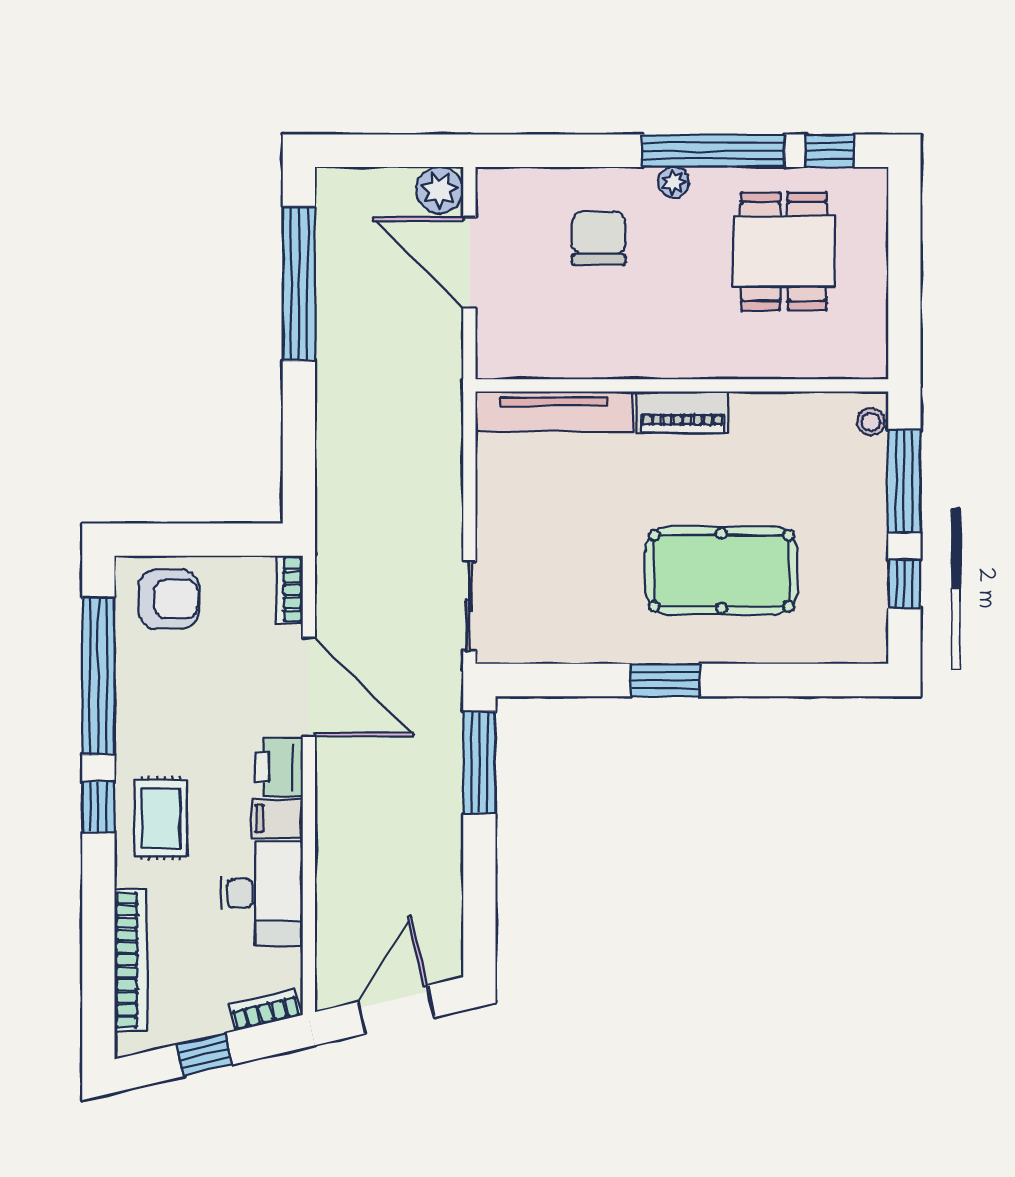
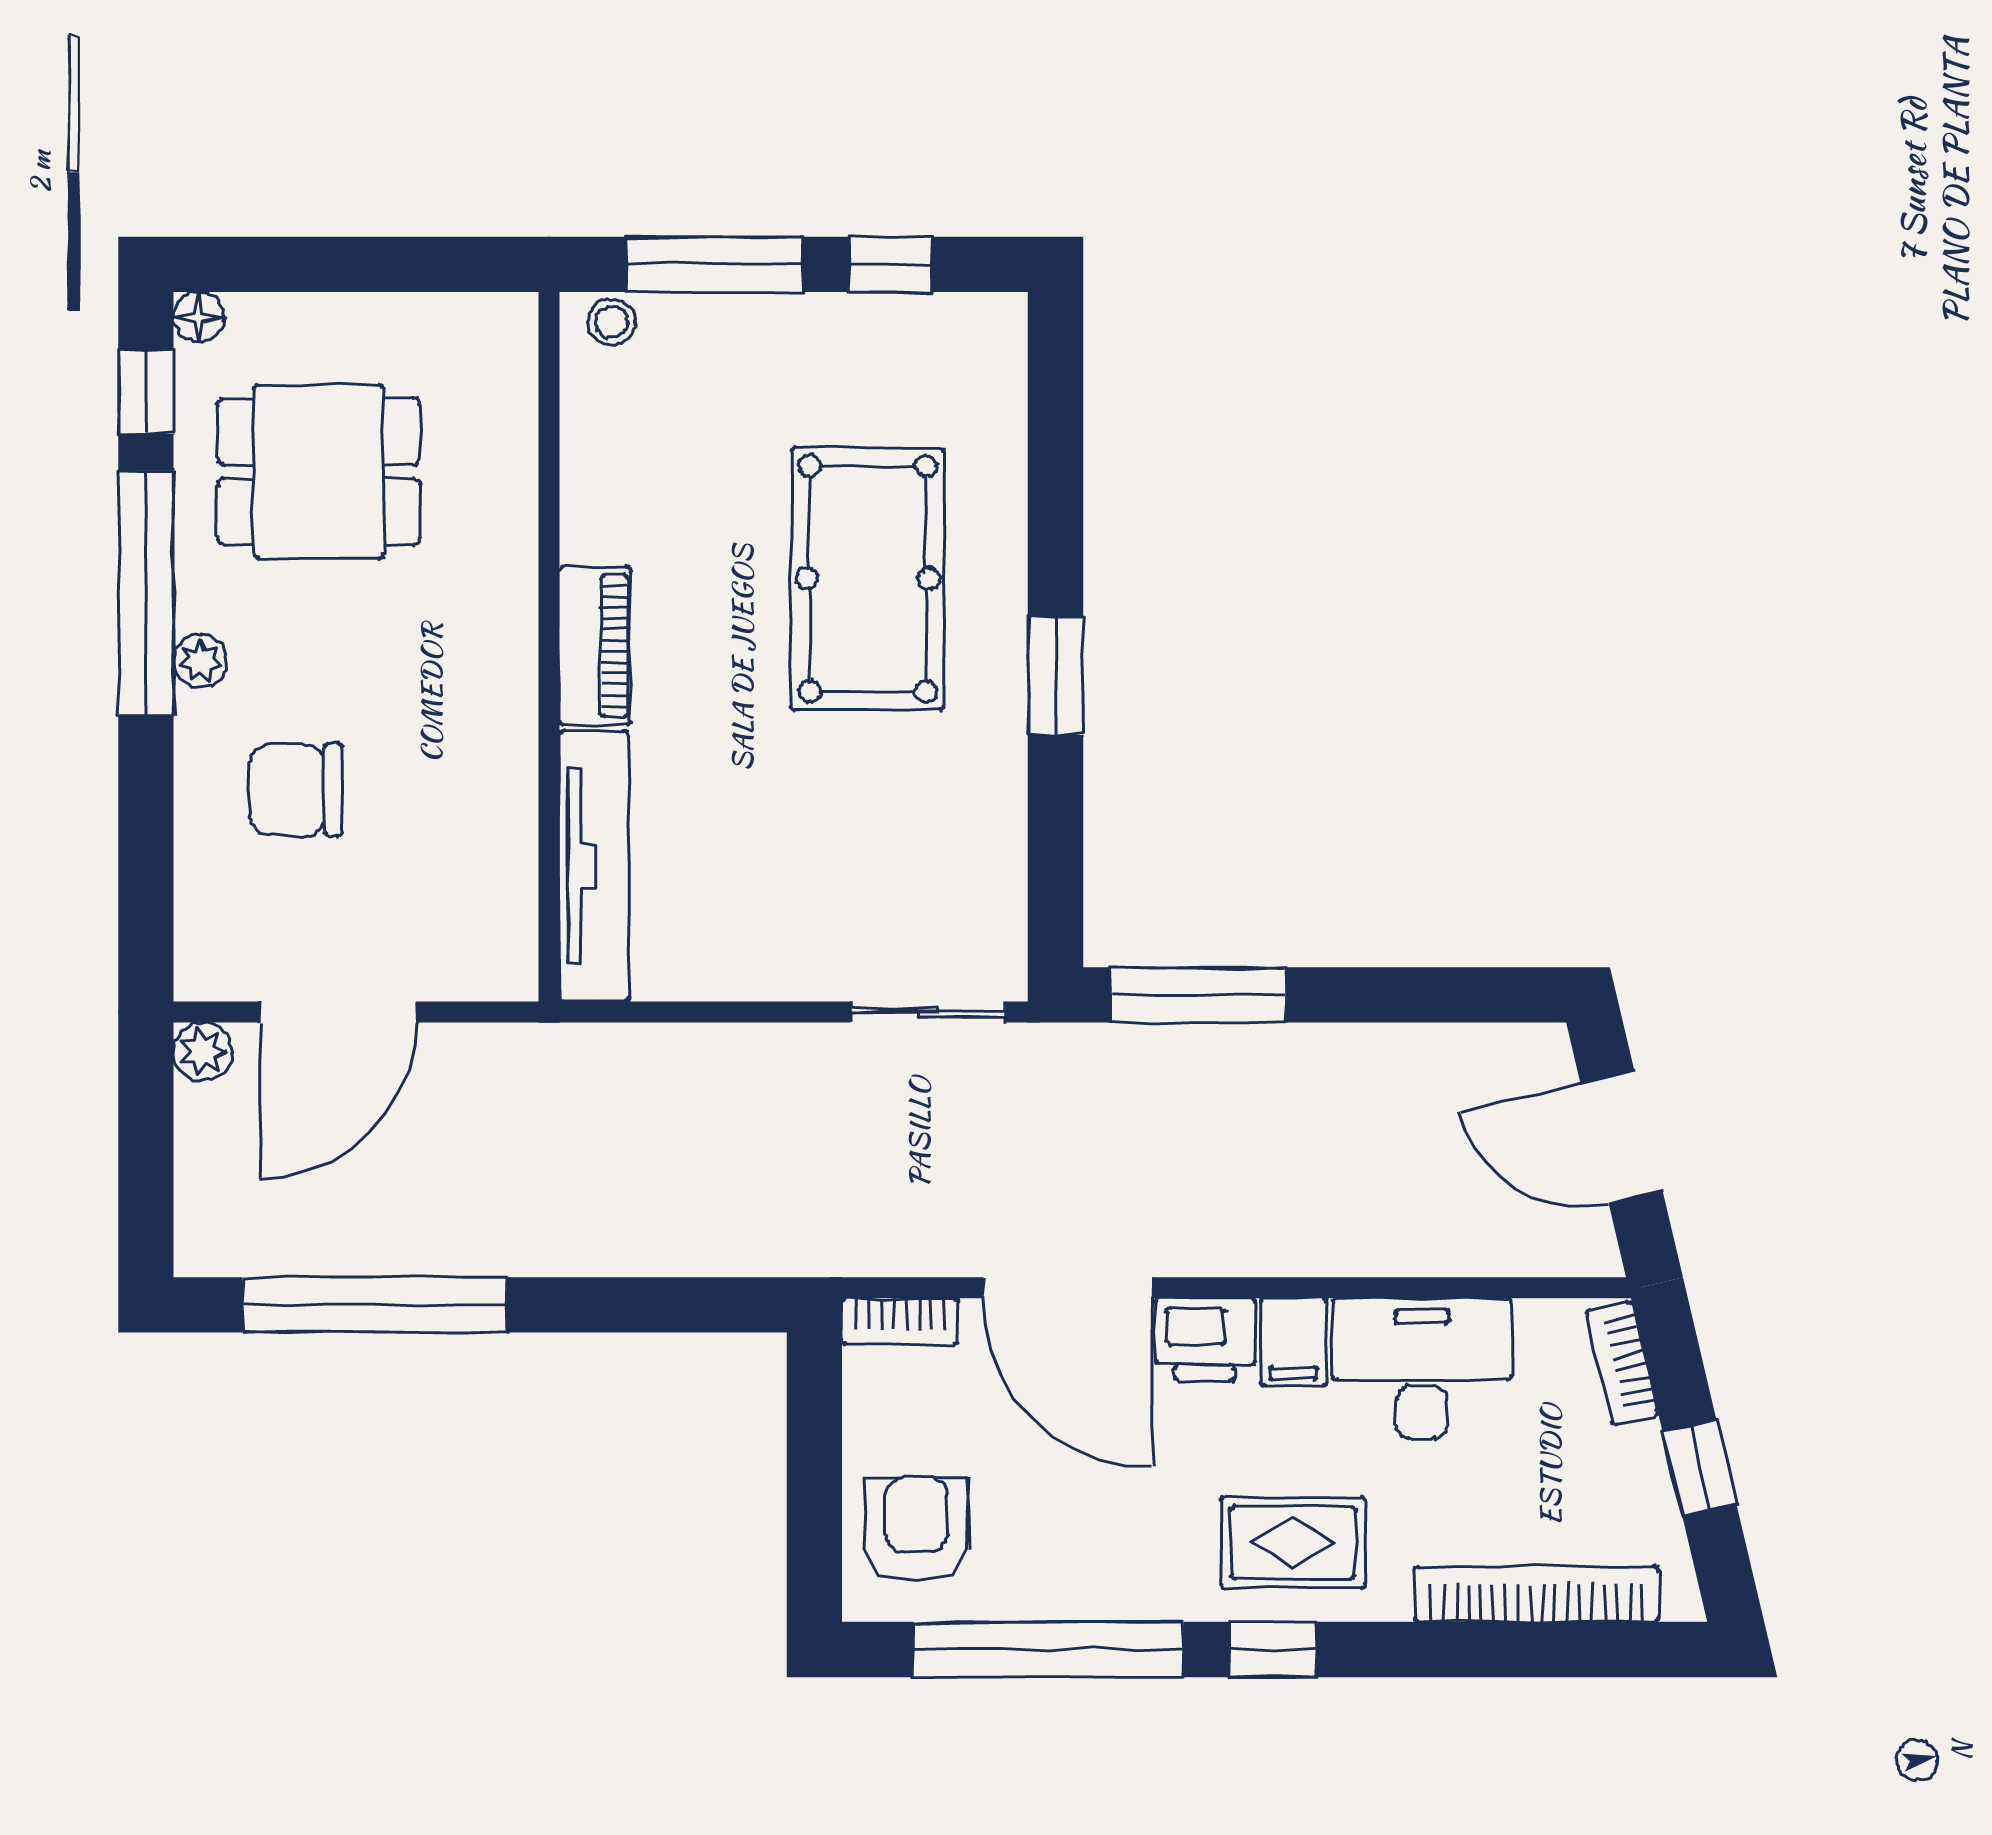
floor lamp: (874, 181) -> (199, 317), added
plant: (440, 190) -> (203, 1052), width x0.73, depth x0.73
door: (309, 687) -> (1068, 1288), swing flipped

